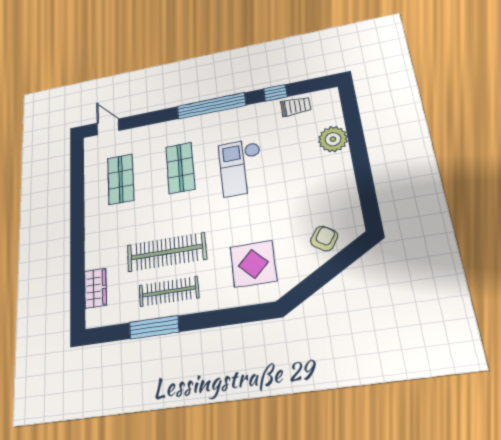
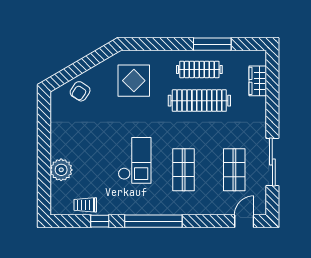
door: (108, 127) -> (244, 221), swing flipped
sliding door: (77, 196) -> (272, 162), added

